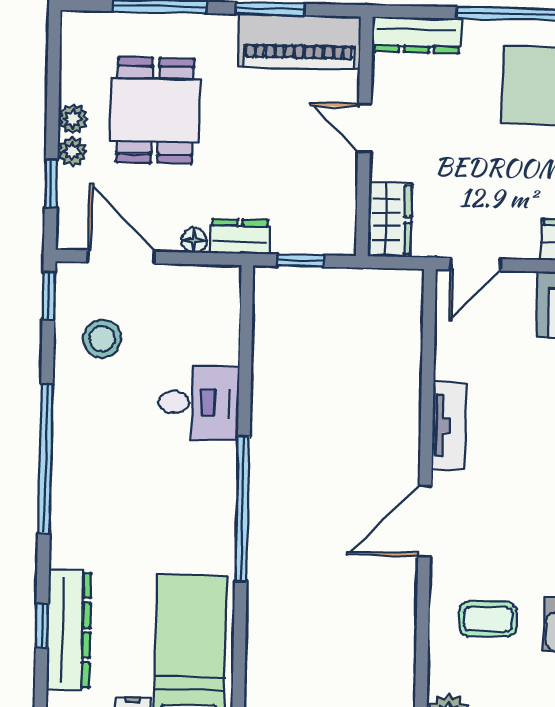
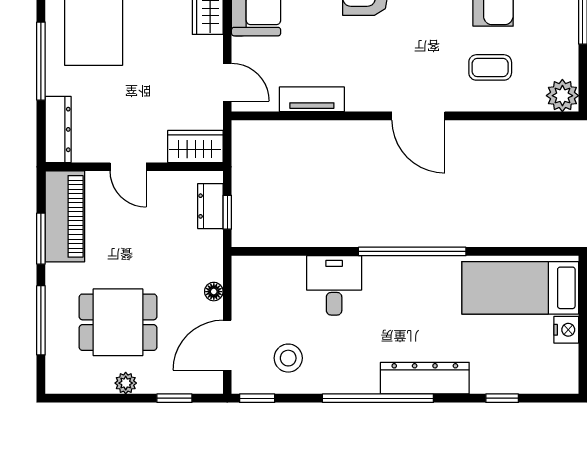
door: (364, 128) -> (128, 167), hinge flipped
plant: (72, 151) -> (150, 383), removed
dresser: (240, 237) -> (210, 206), moved
tv unit: (449, 426) -> (312, 99), moved
coffee table: (488, 619) -> (490, 67), turned 90
dresser: (69, 630) -> (425, 378), moved

